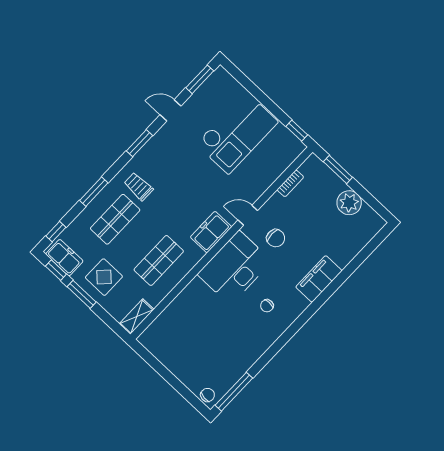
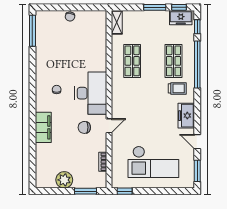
door: (171, 110) -> (197, 142), swing flipped
checkout: (237, 133) -> (153, 162), turned -90
window: (140, 143) -> (197, 111), removed
window: (94, 192) -> (197, 65), width x2.11
freezer: (211, 232) -> (186, 116), moved, turned 180
display table: (104, 277) -> (152, 27), removed
chair: (208, 395) -> (70, 17), moved

